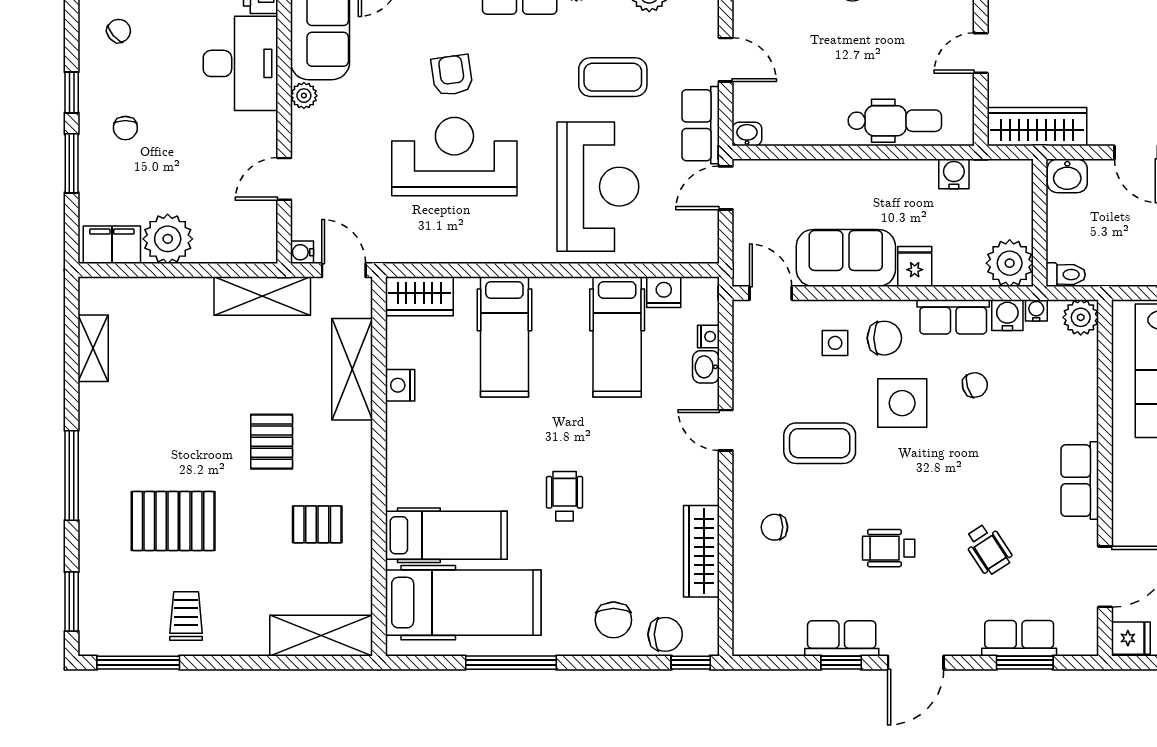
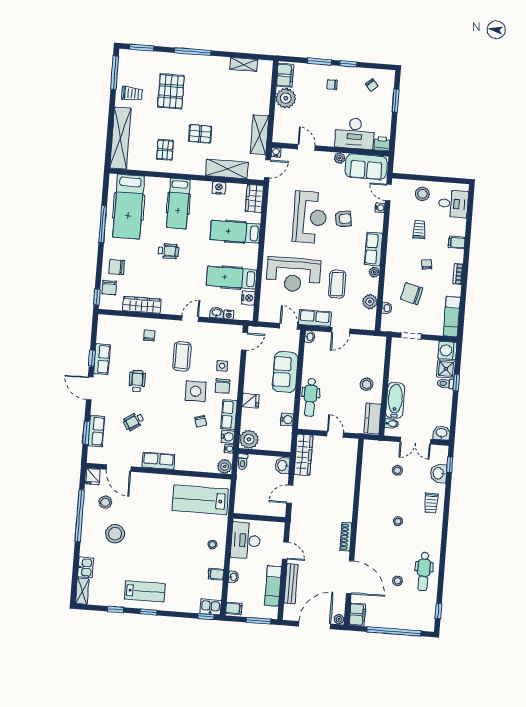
sofa: (846, 258) -> (285, 372), moved, turned 180
hospital bed: (446, 535) -> (178, 204), moved
shelving: (321, 636) -> (120, 138), width x1.47

